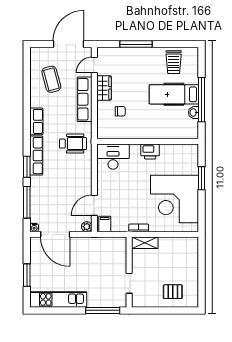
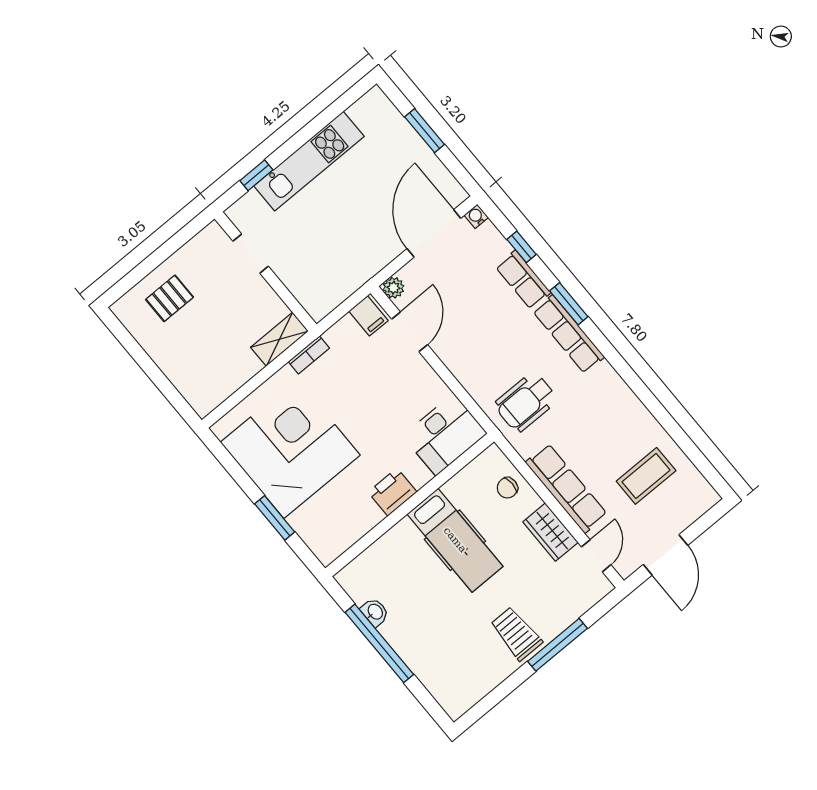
door: (68, 44) -> (666, 555), width x0.73
trolley: (174, 62) -> (516, 634), moved
coffee table: (51, 79) -> (646, 476), turned -75
hospital bed: (174, 94) -> (455, 540), moved, turned 90
chair: (120, 111) -> (507, 488), moved
row of seats: (36, 121) -> (523, 280), moved
window: (27, 202) -> (522, 247), width x0.46
door: (55, 234) -> (434, 233), hinge flipped
kitchen unit: (59, 299) -> (309, 161), moved
window: (103, 310) -> (256, 175), width x0.46

